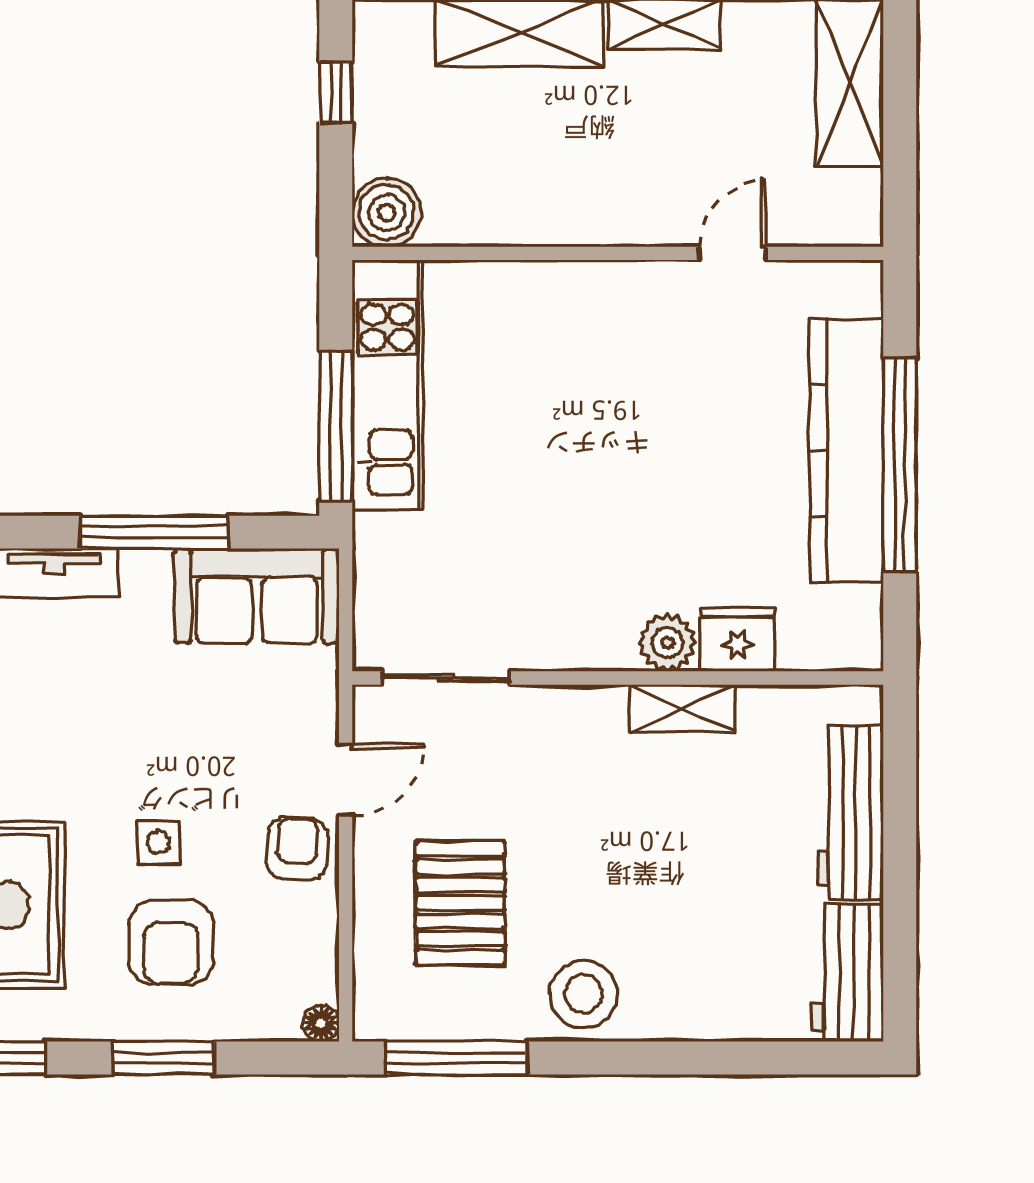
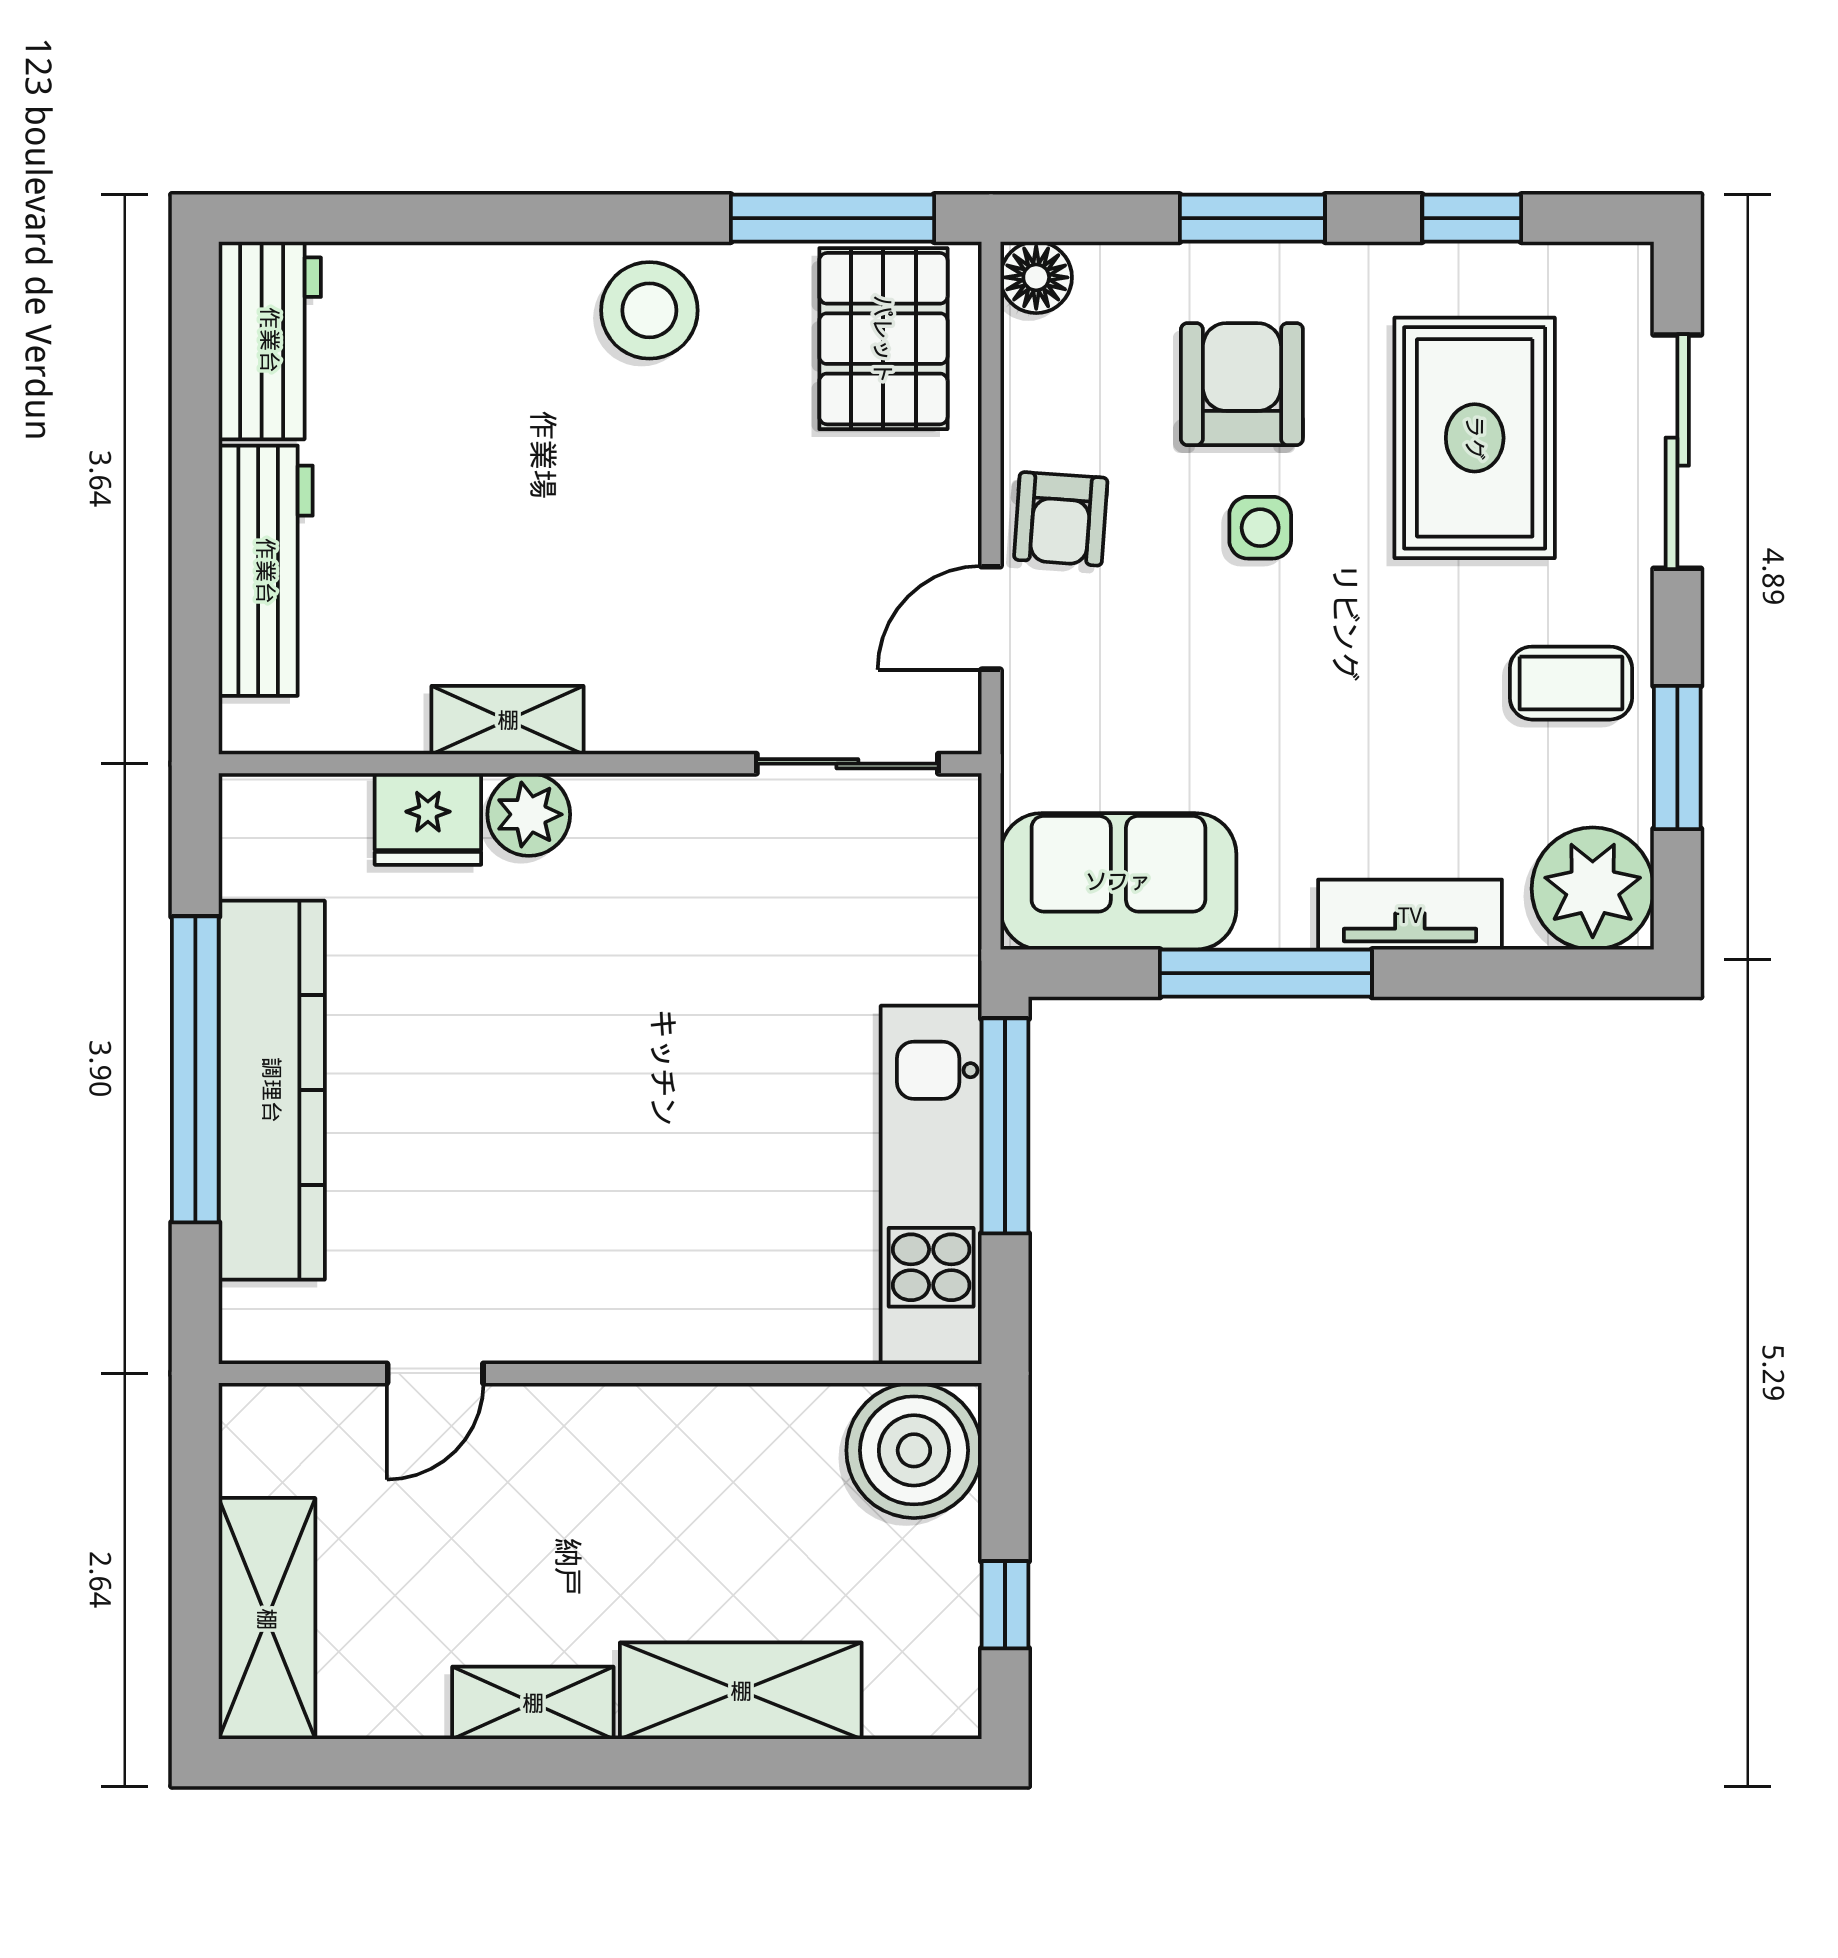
boiler: (387, 212) -> (914, 1450), width x1.37, depth x1.37
pallet: (460, 903) -> (883, 339), moved
floor lamp: (321, 1023) -> (1036, 277), width x1.37, depth x1.37

